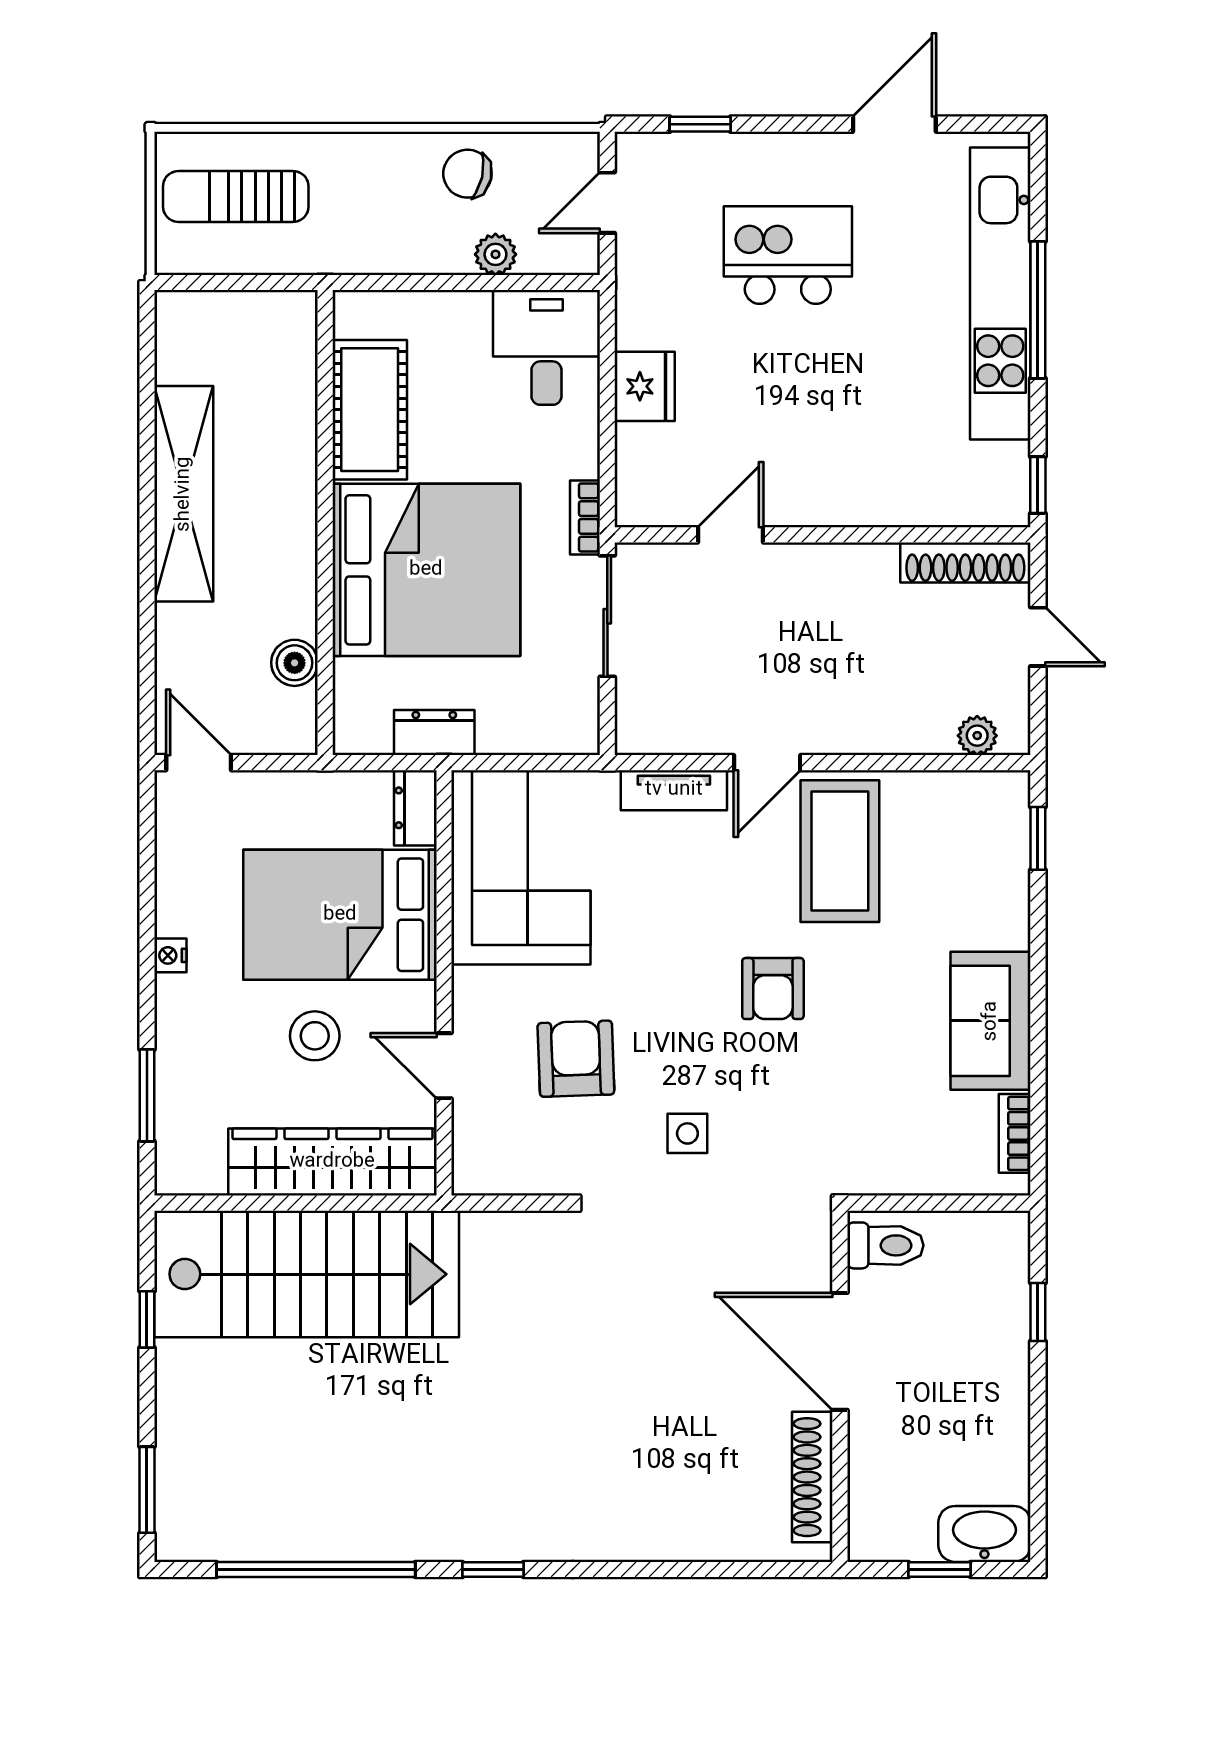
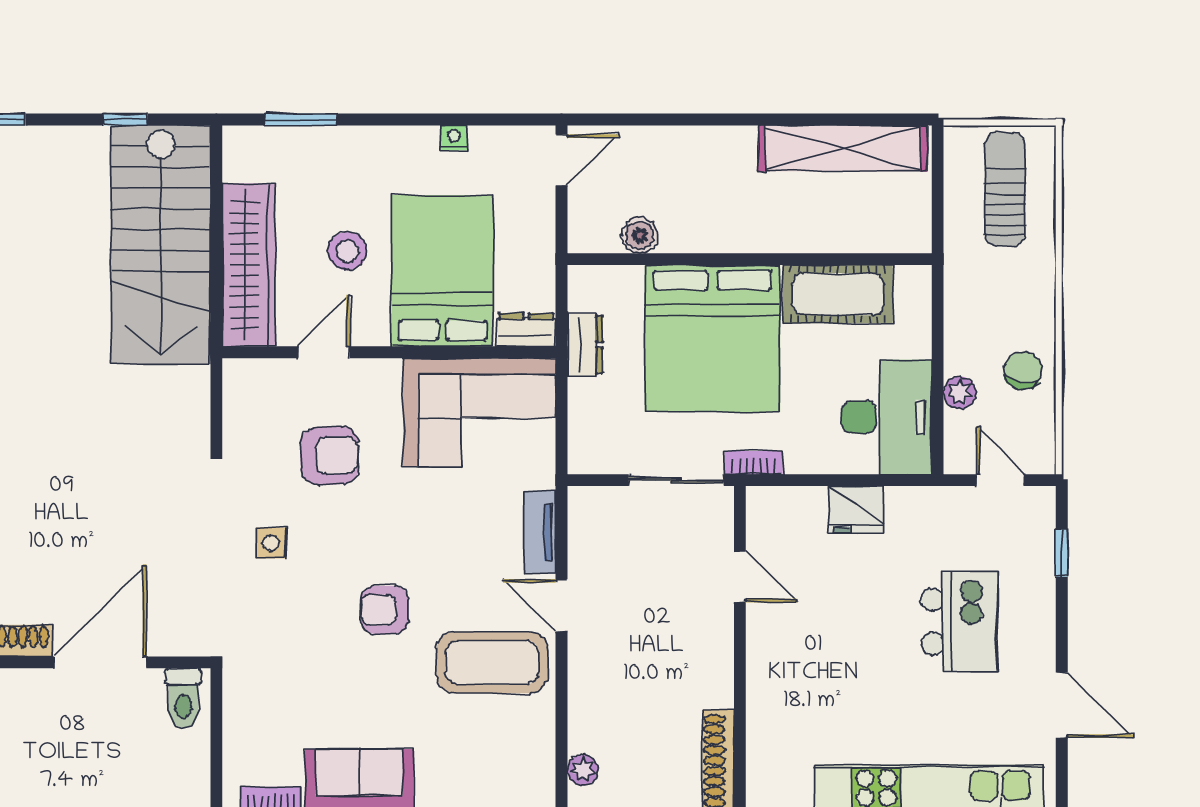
desk: (546, 347) -> (887, 417), width x1.37
shelving: (184, 494) -> (843, 148), moved
nightstand: (170, 955) -> (454, 138), moved

